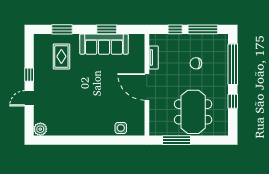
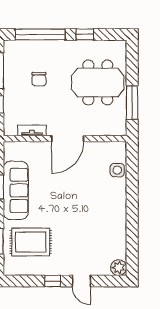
rug: (61, 56) -> (31, 242), width x1.36, depth x1.43

